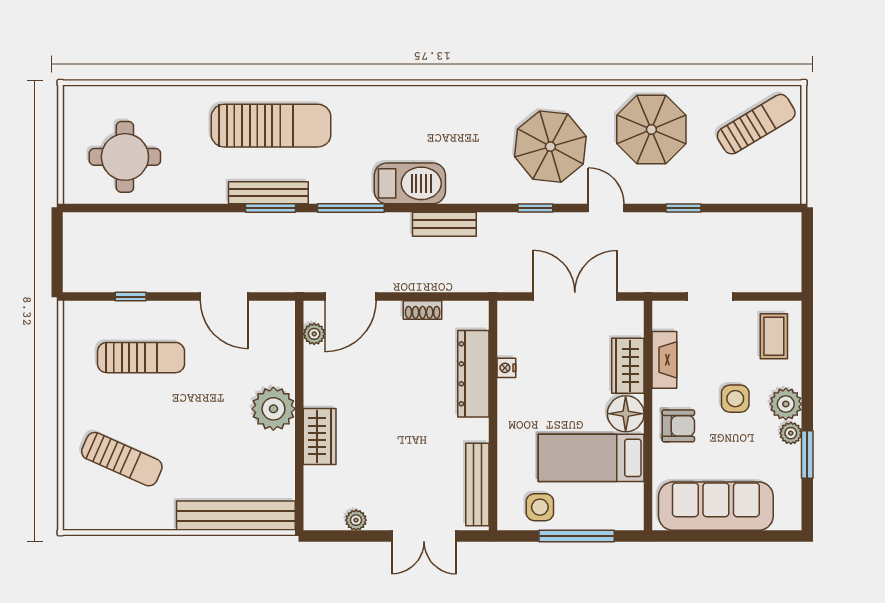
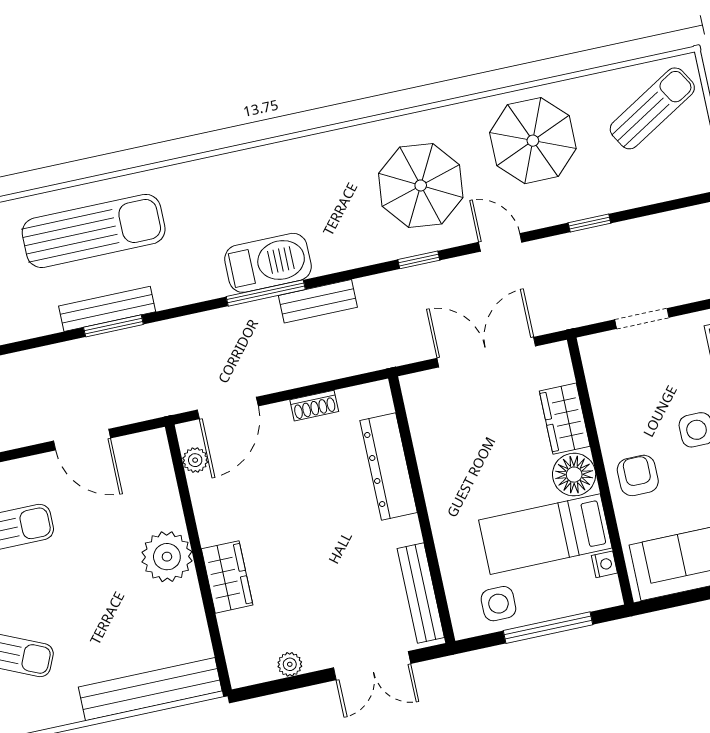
window: (351, 208) -> (266, 293), moved
fireplace: (664, 360) -> (605, 403), removed
nightstand: (506, 368) -> (604, 564), moved, turned 180
armchair: (678, 426) -> (638, 475), turned -90

